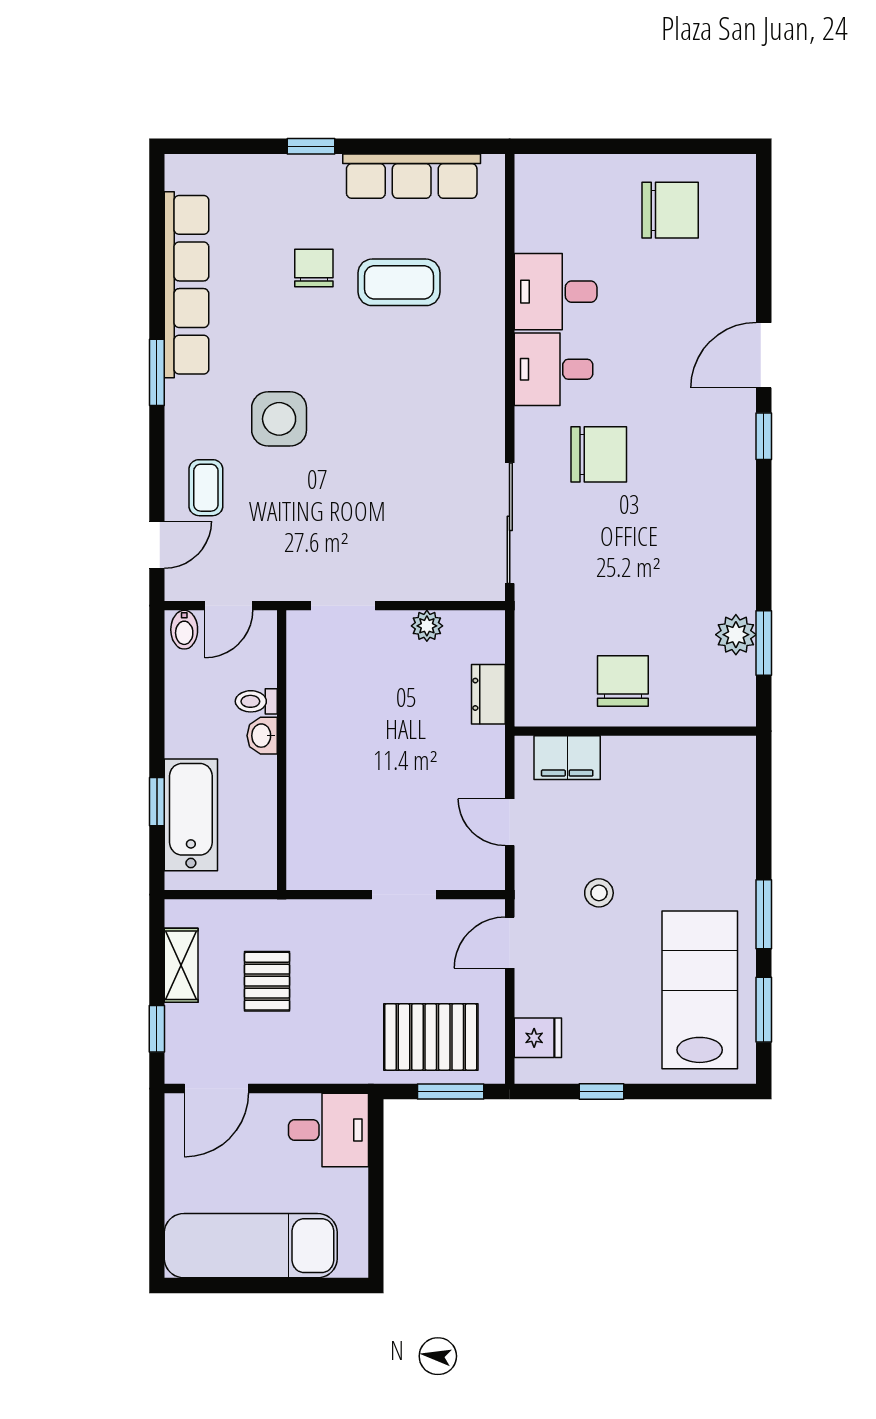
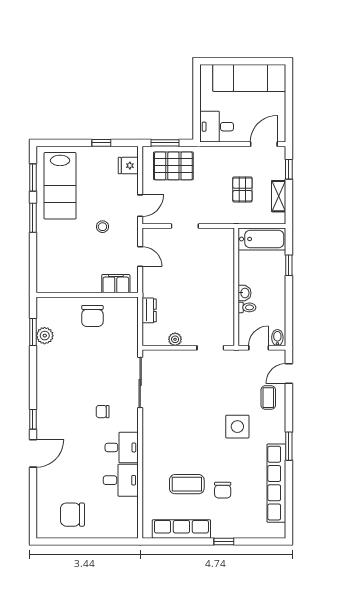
chair: (599, 454) -> (103, 412), width x0.54, depth x0.54
bathtub: (191, 815) -> (262, 239), moved, turned -90

